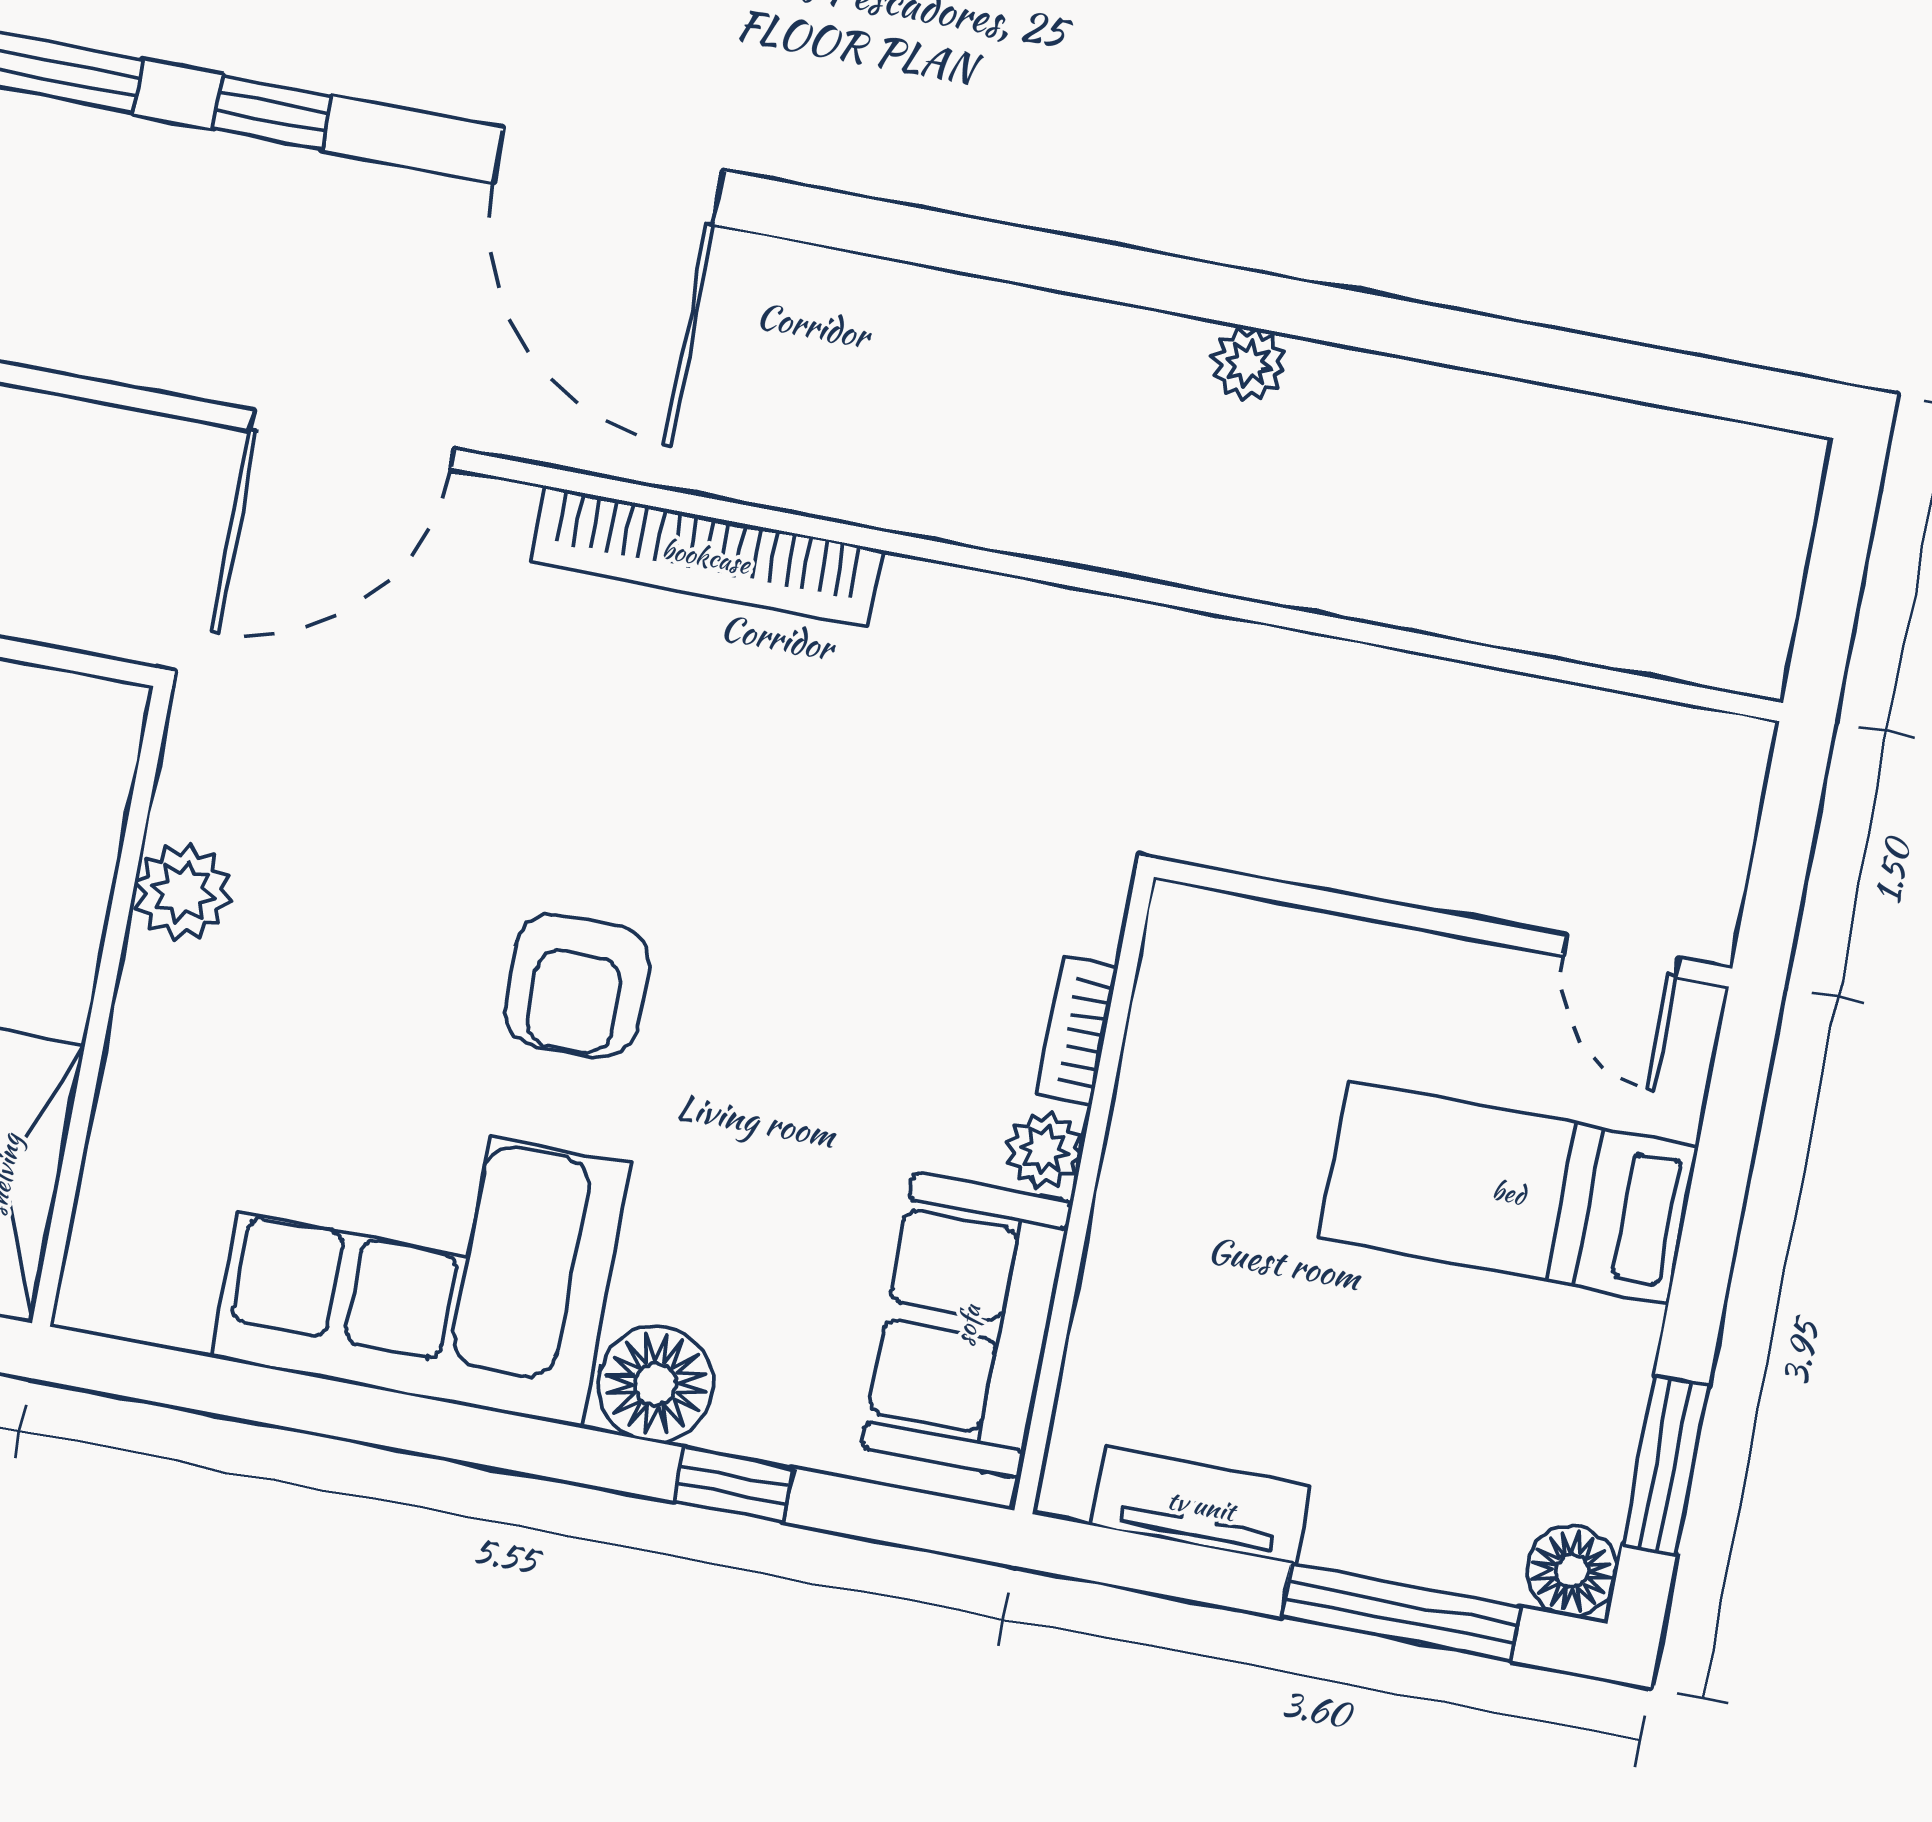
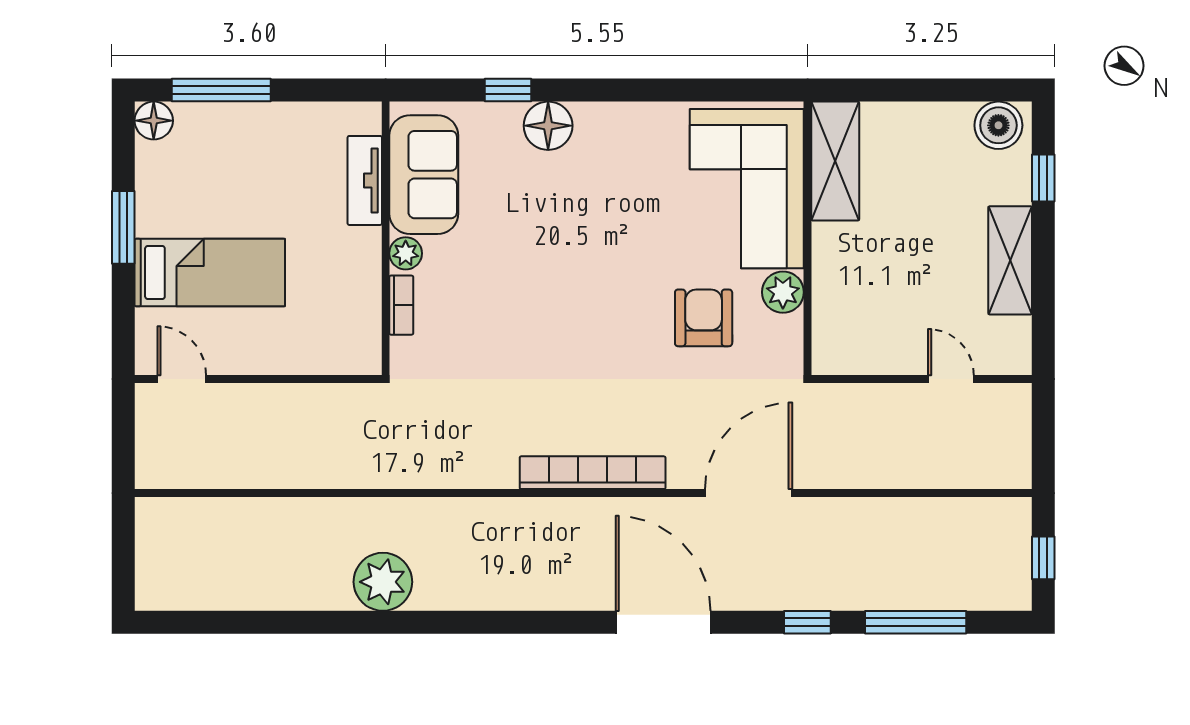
plant: (1249, 364) -> (383, 582), width x1.88, depth x1.88
armchair: (577, 985) -> (704, 318), moved
corner sofa: (421, 1260) -> (747, 189), moved, turned 90
window: (1665, 1465) -> (123, 227), moved
tv unit: (1201, 1505) -> (365, 180), moved, turned 90

